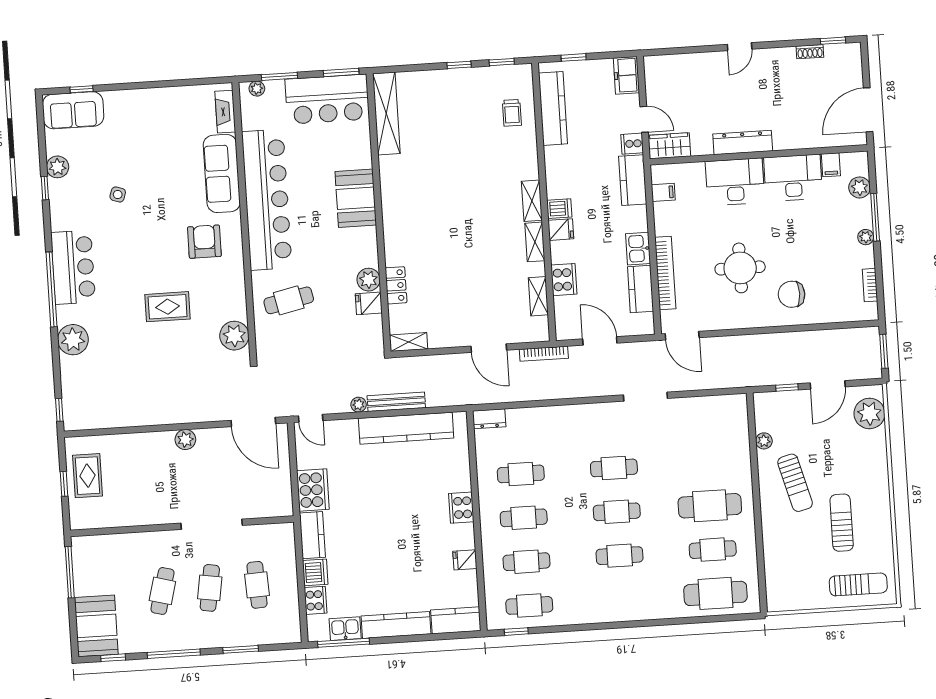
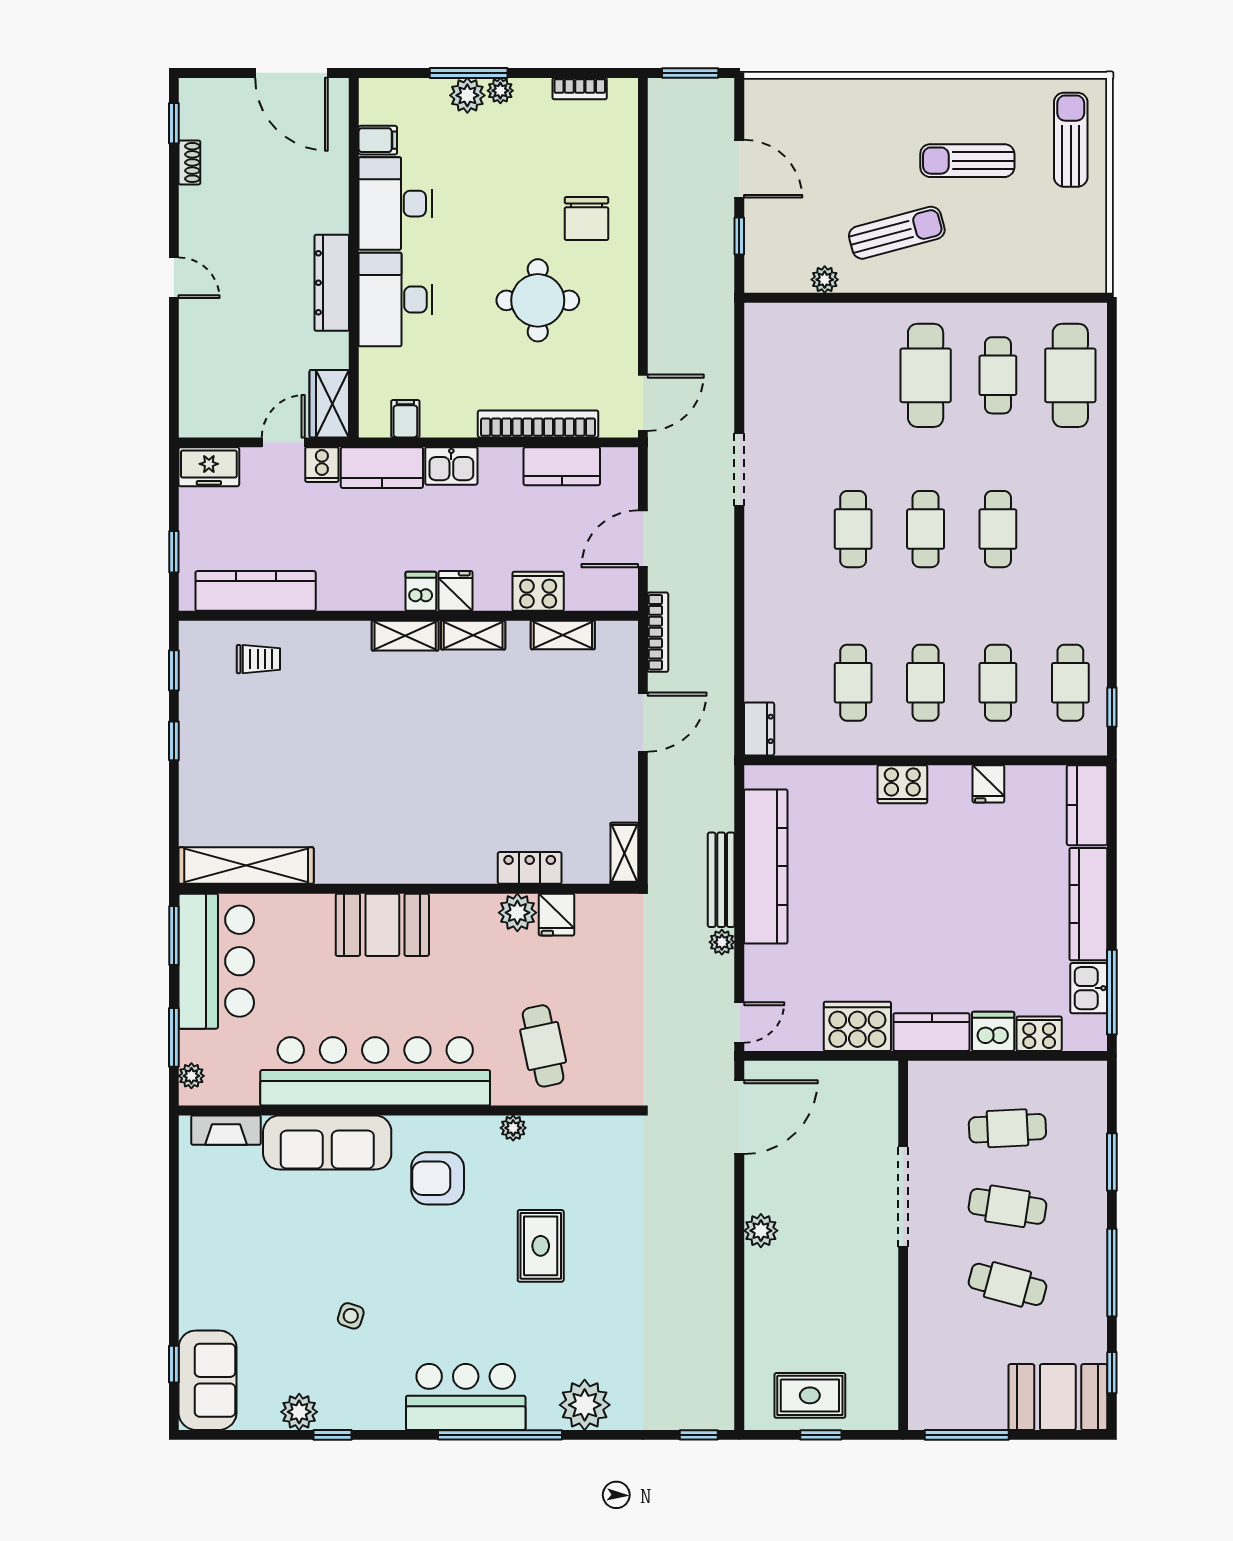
plant: (860, 187) -> (467, 95), moved
kitchen sink: (638, 249) -> (451, 466), moved
plant: (234, 336) -> (513, 1128), moved, width x0.53, depth x0.53
plant: (869, 413) -> (791, 103), removed

